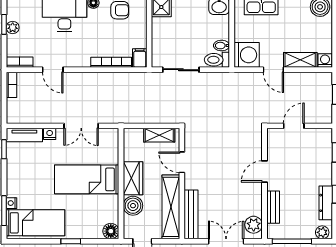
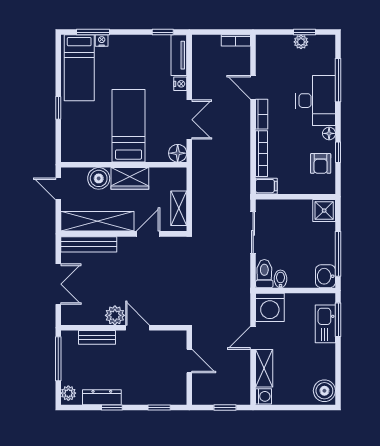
bookcase: (20, 62) -> (262, 114), moved
door: (53, 70) -> (253, 87), hinge flipped
double door: (81, 126) -> (189, 120), swing flipped
plant: (254, 225) -> (115, 315), moved
floor lamp: (111, 231) -> (178, 153), moved

